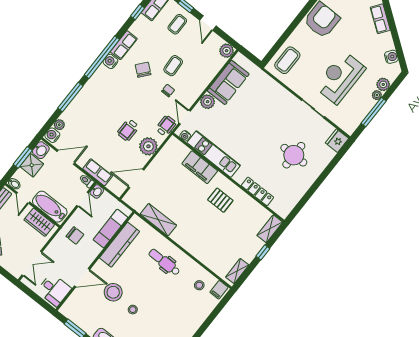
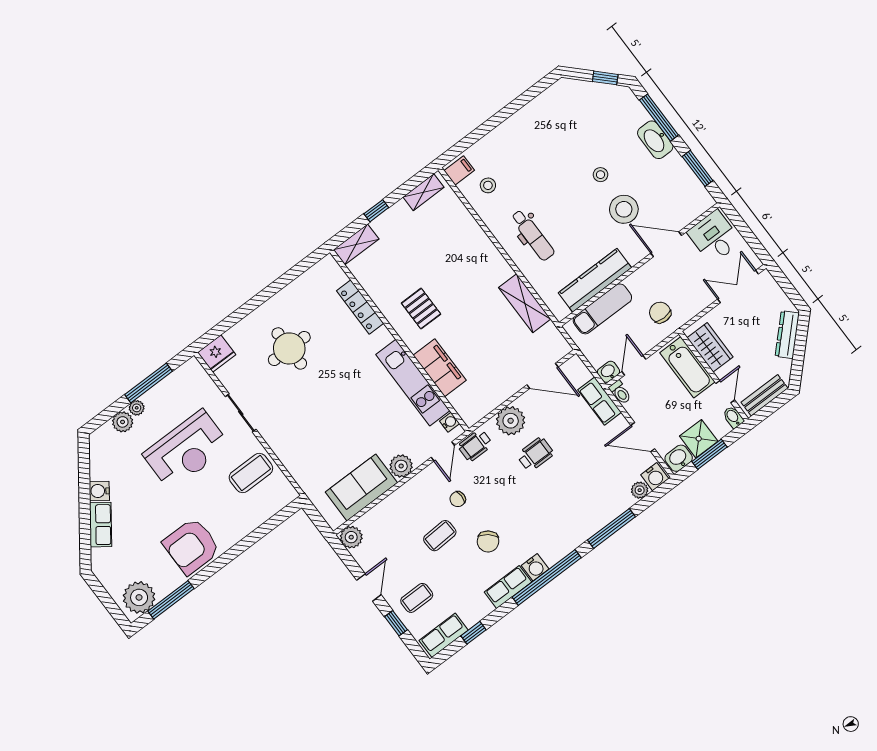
water cooler: (391, 57) -> (99, 491), moved
coffee table: (287, 60) -> (251, 473), moved

